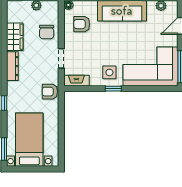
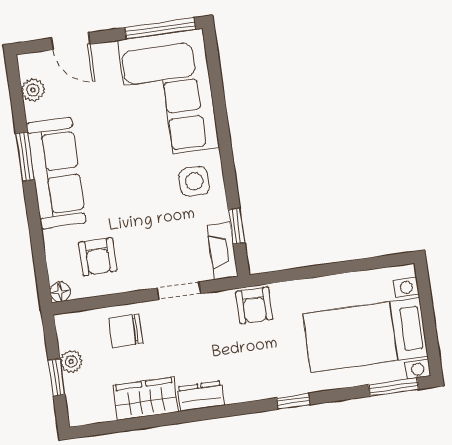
chair: (47, 32) -> (126, 331), turned 180
dresser: (12, 66) -> (201, 396), width x0.70
window: (113, 89) -> (237, 226), moved

